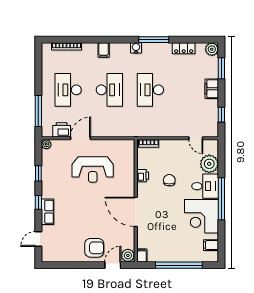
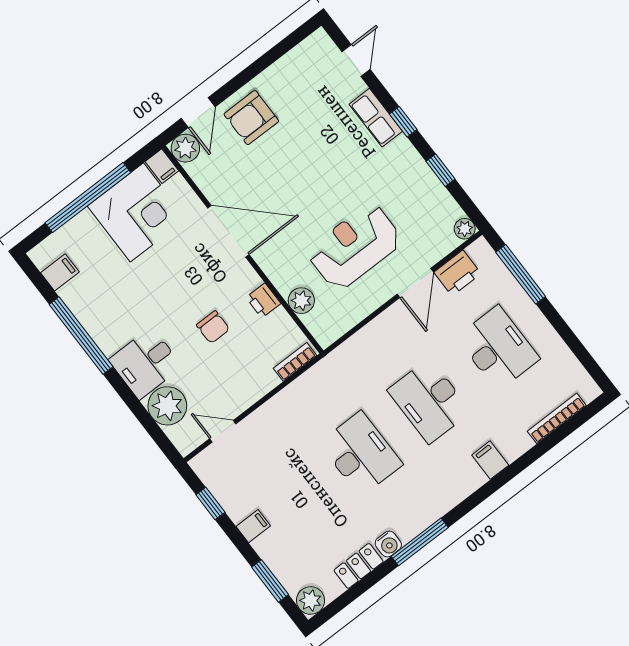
water cooler: (136, 48) -> (388, 544), moved
filing cabinet: (212, 89) -> (253, 526), width x0.50
plant: (128, 165) -> (301, 301), added
window: (221, 199) -> (81, 336), moved
corner desk: (202, 216) -> (137, 212), moved, turned 90

